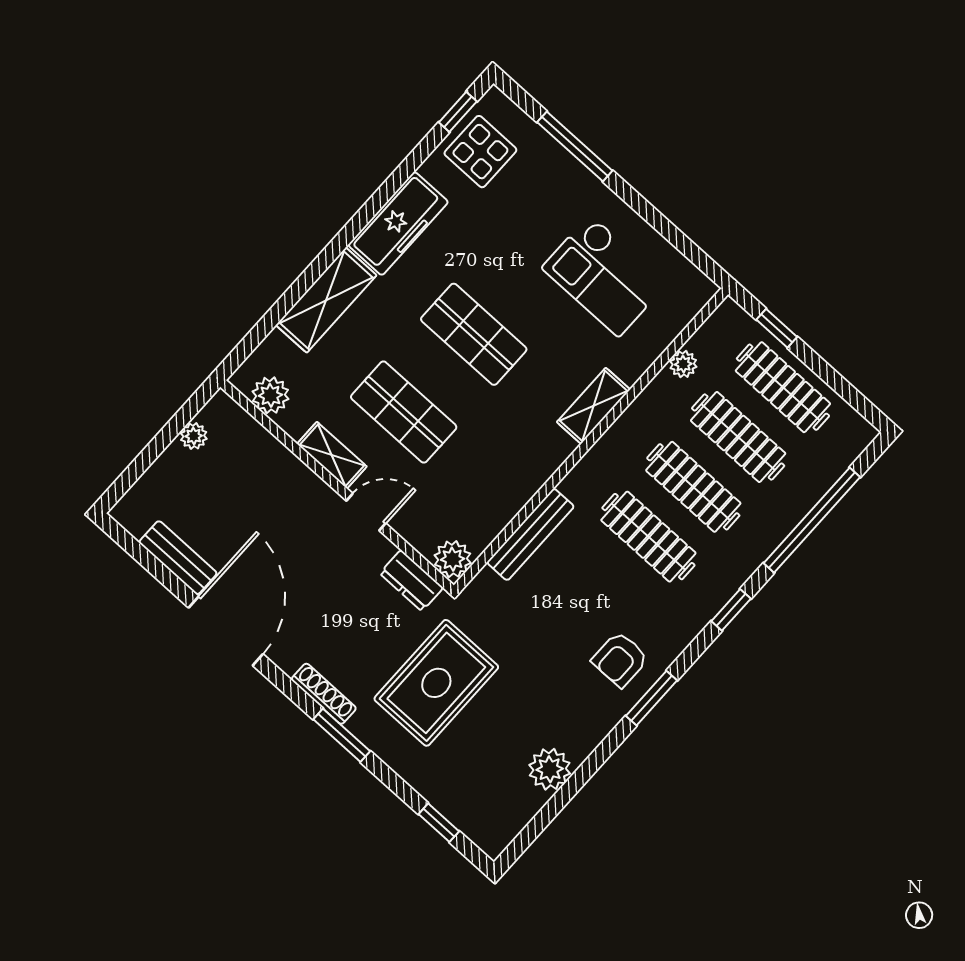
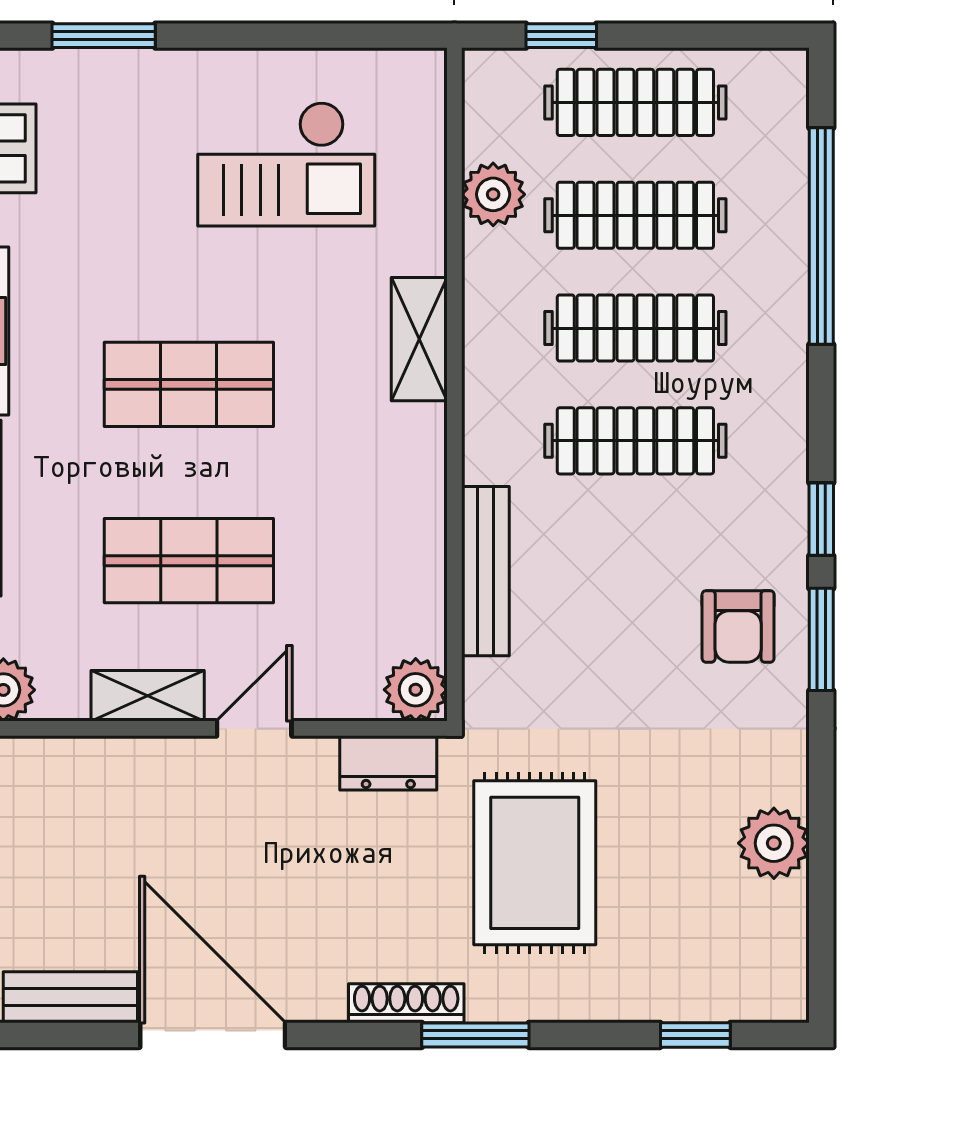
window: (575, 146) -> (104, 36), width x0.69
plant: (683, 364) -> (493, 194), width x1.38, depth x1.38
window: (731, 610) -> (821, 519), moved

